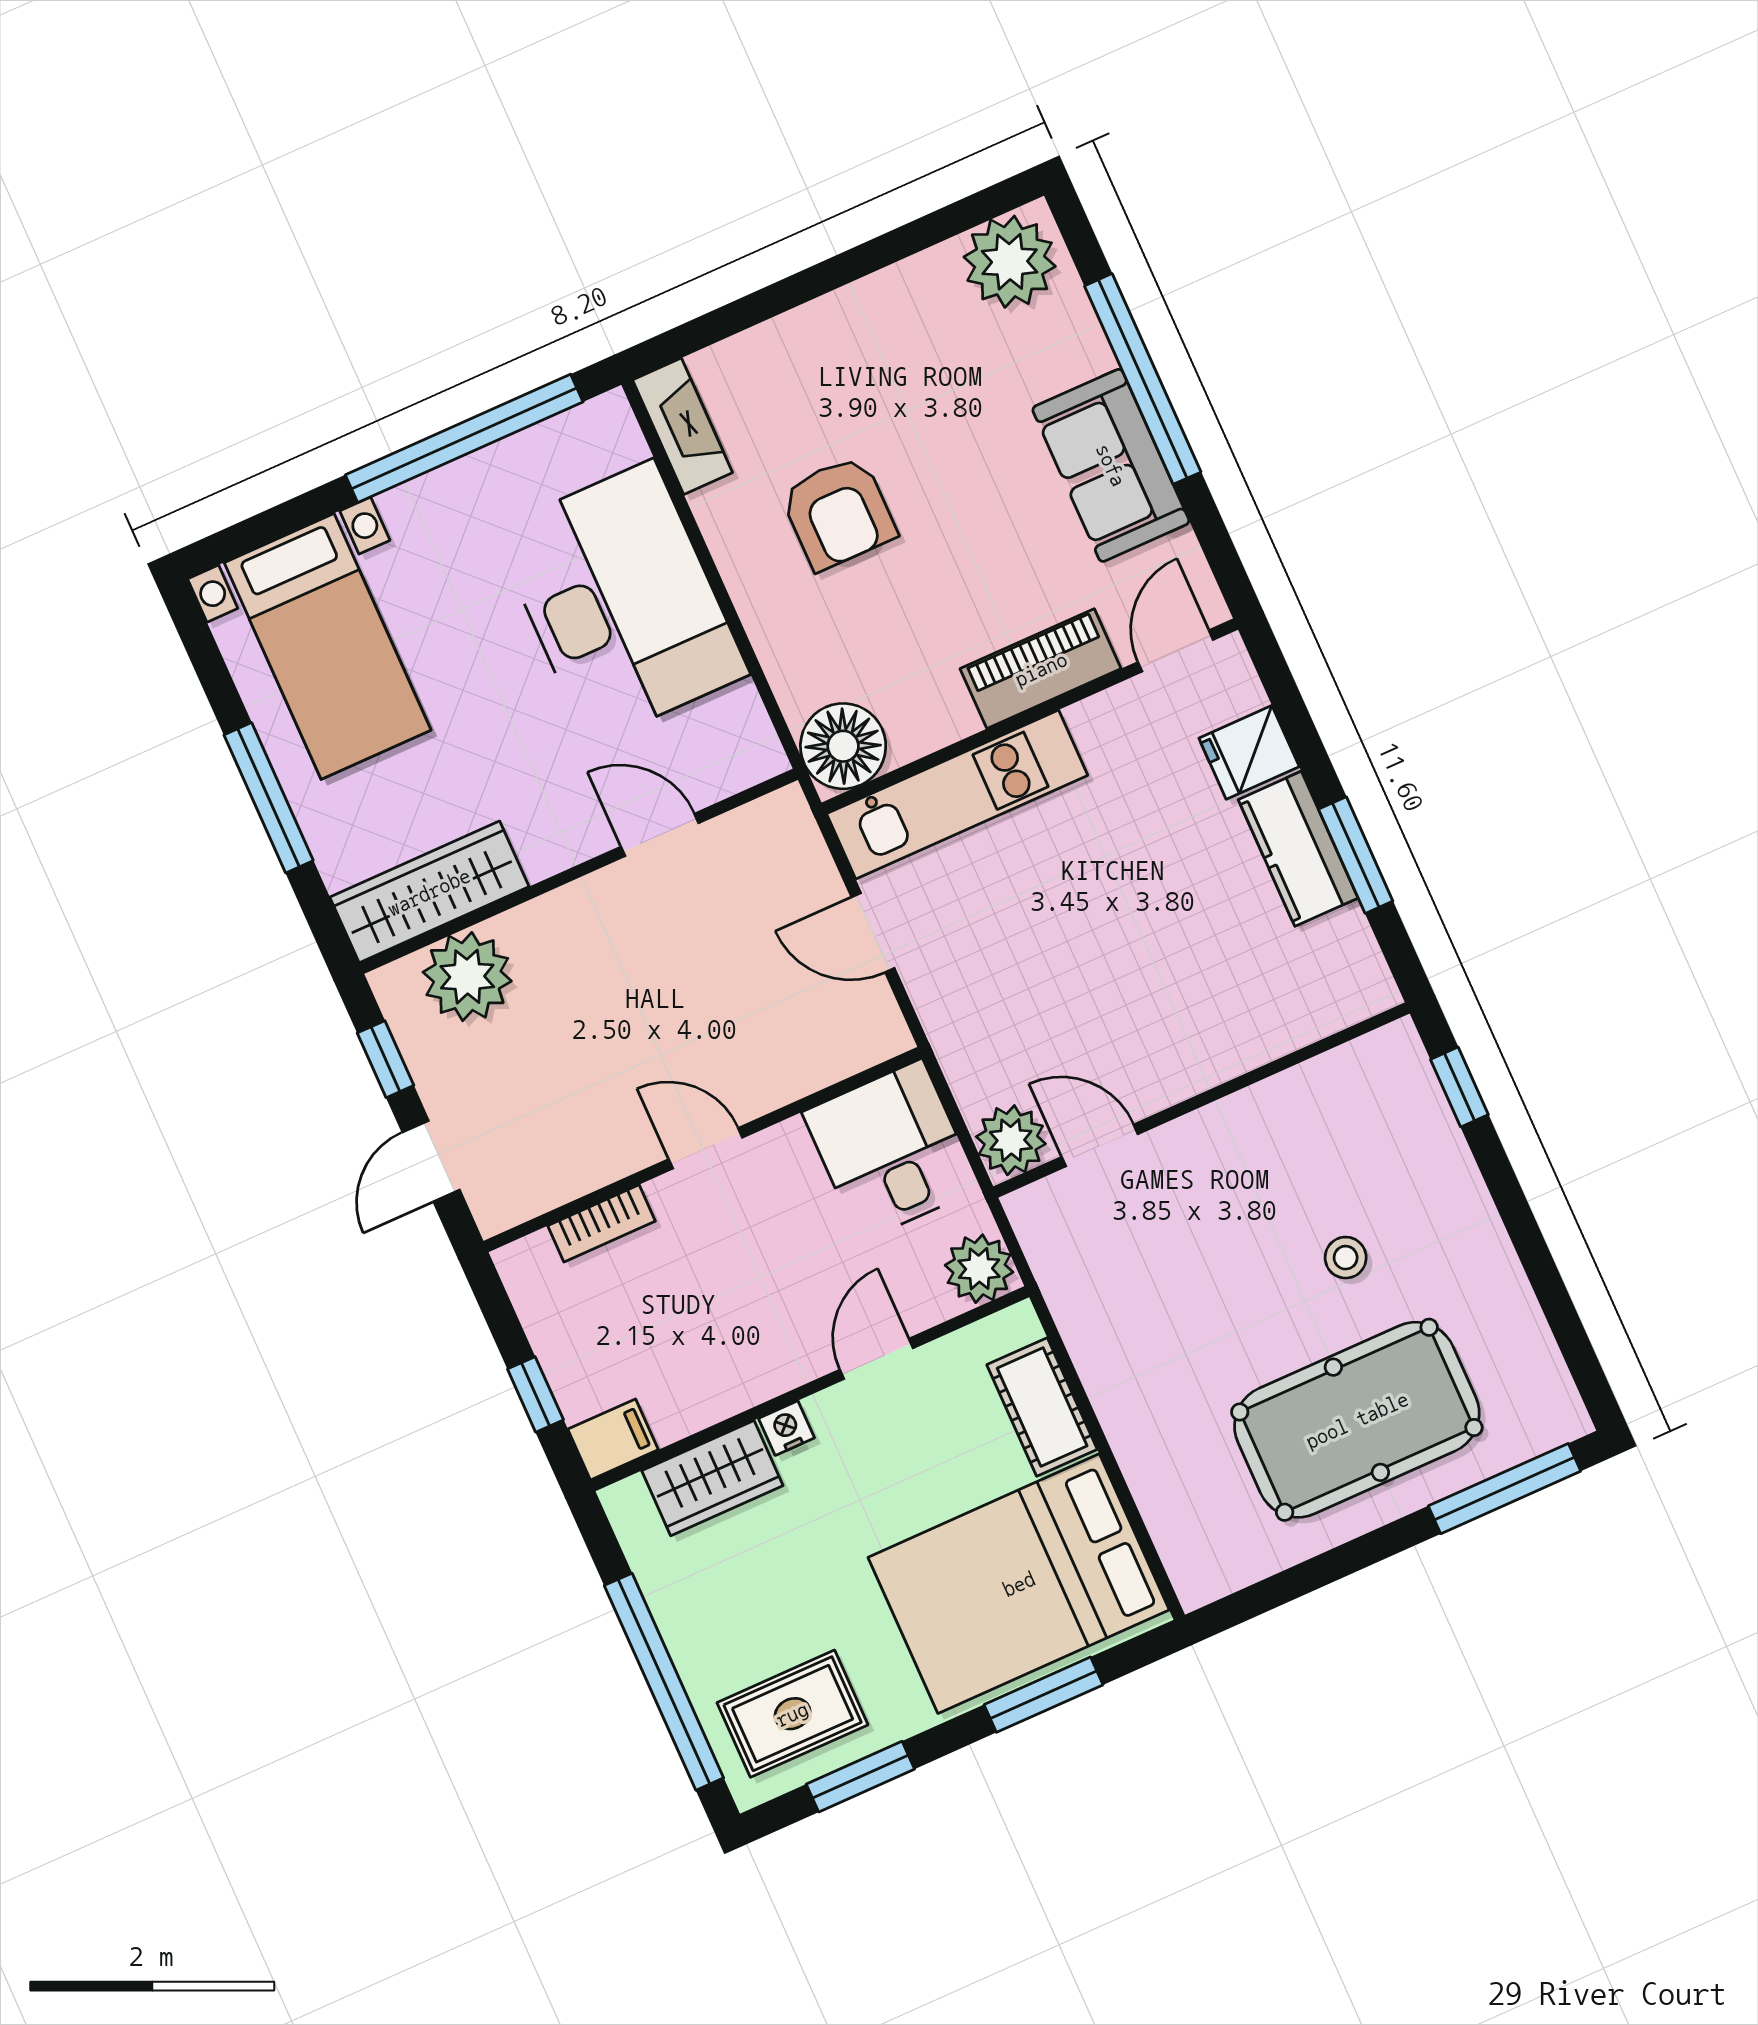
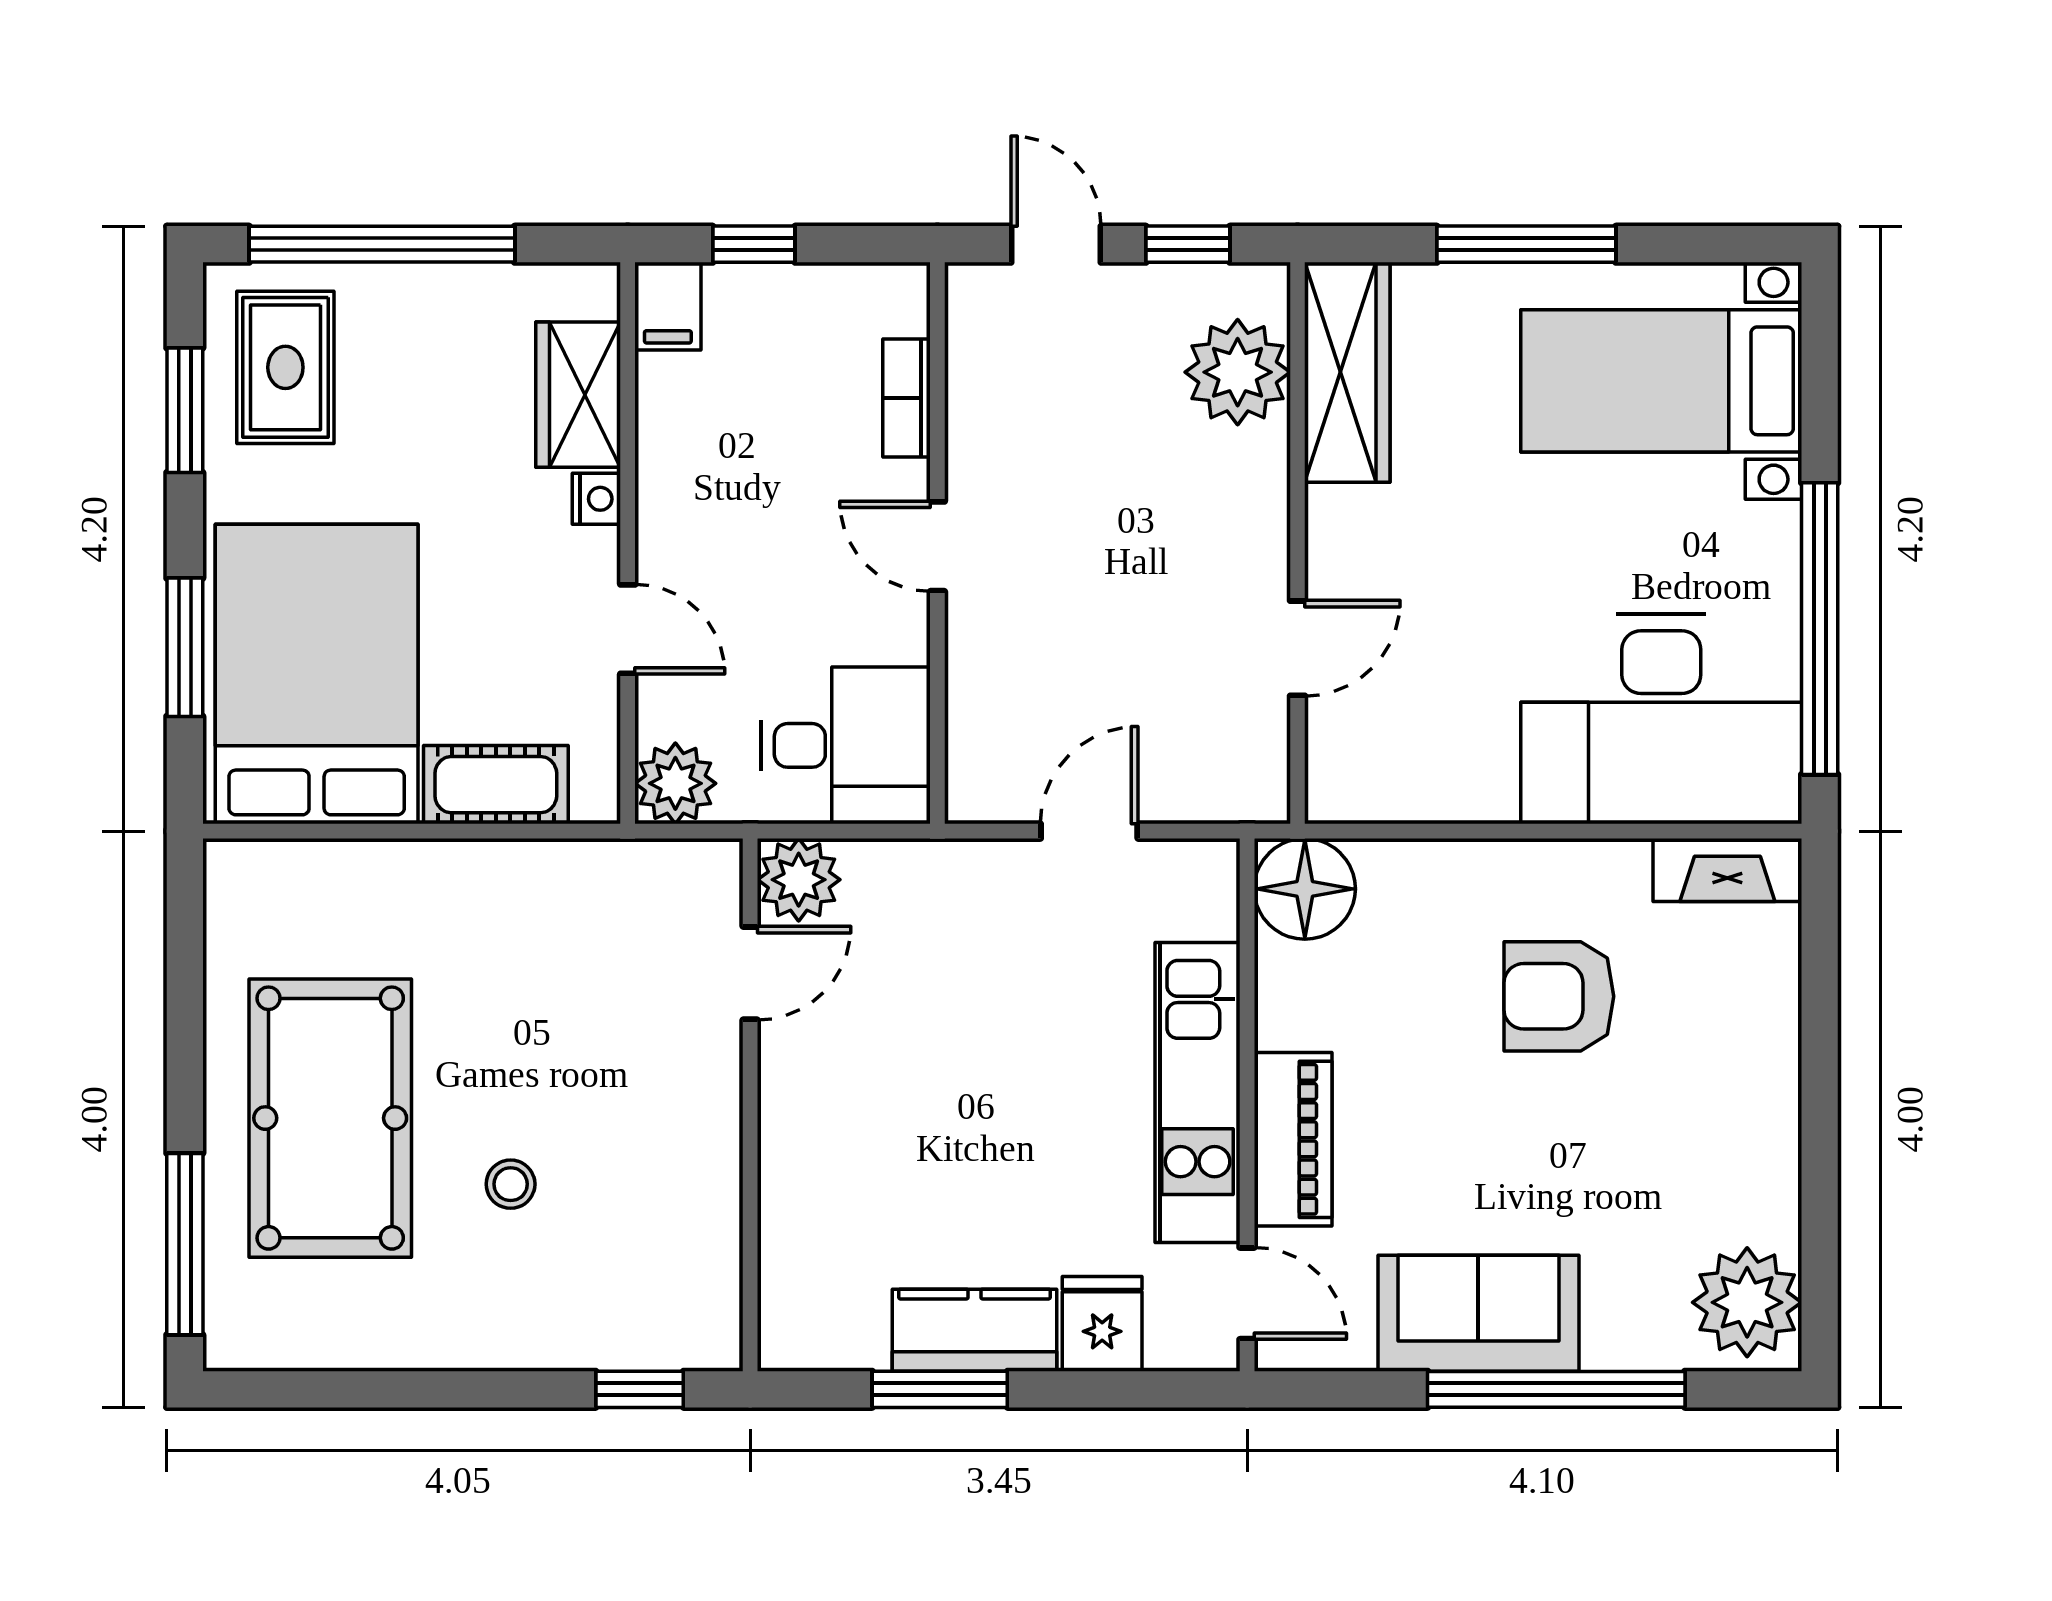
desk: (621, 602) -> (1661, 719), moved
kitchen unit: (957, 795) -> (1198, 1093), moved
door: (705, 1148) -> (937, 546), swing flipped

